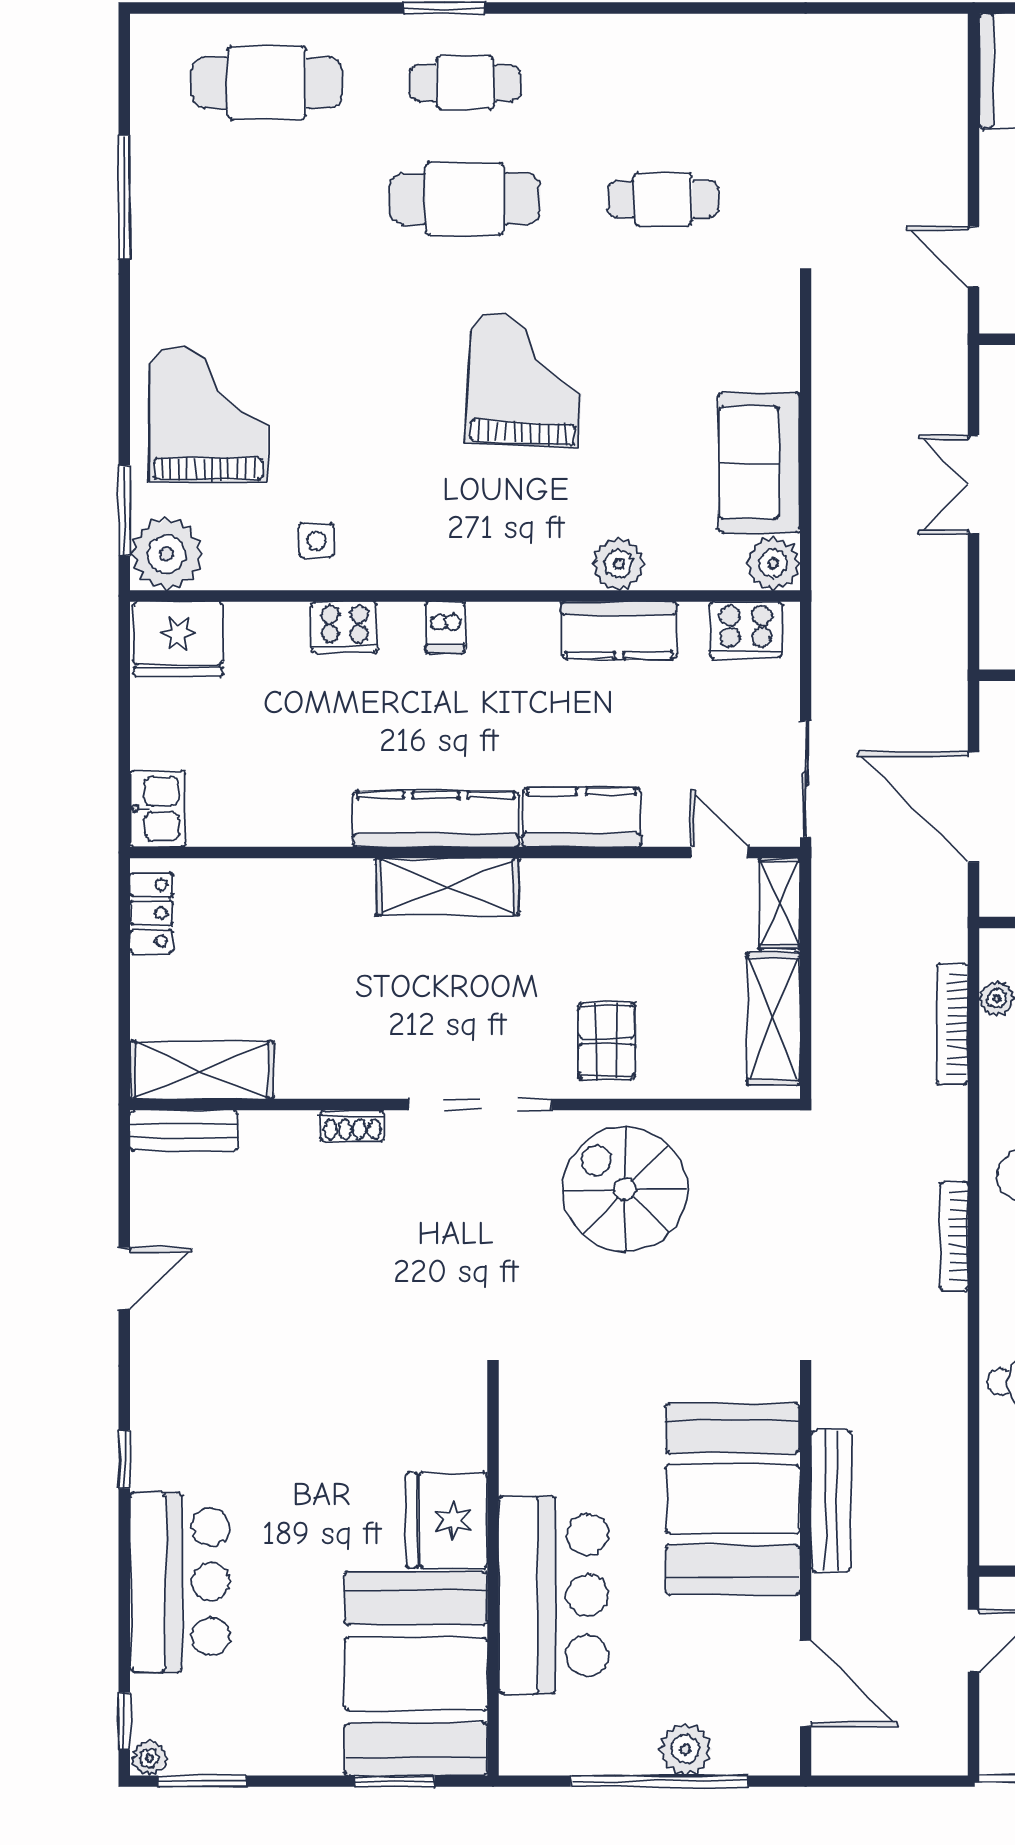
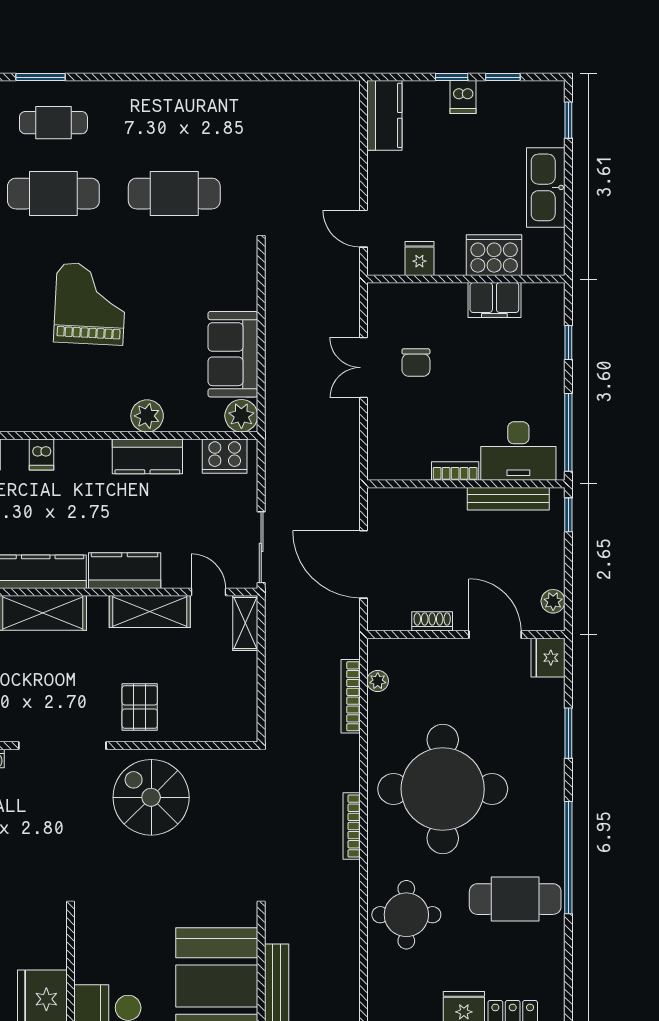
cafe table: (663, 199) -> (174, 194), width x1.37, depth x1.35
shelving: (774, 1019) -> (150, 612), moved, turned 90

